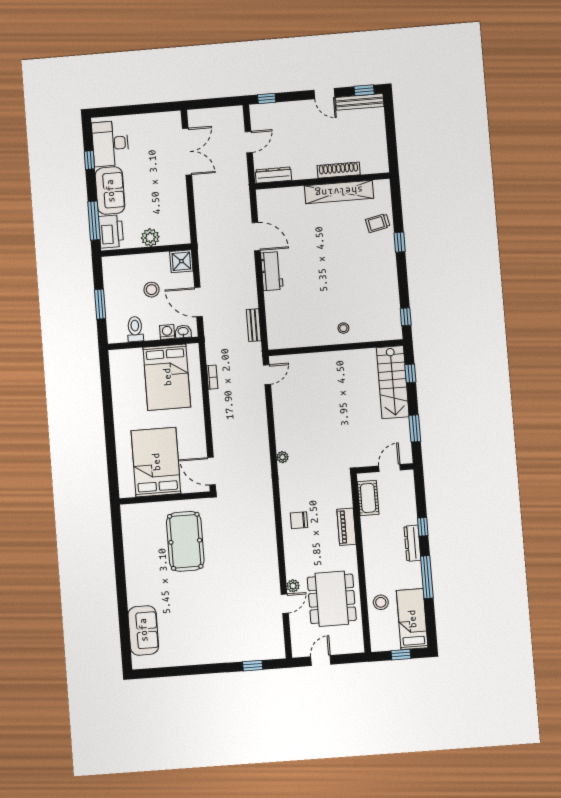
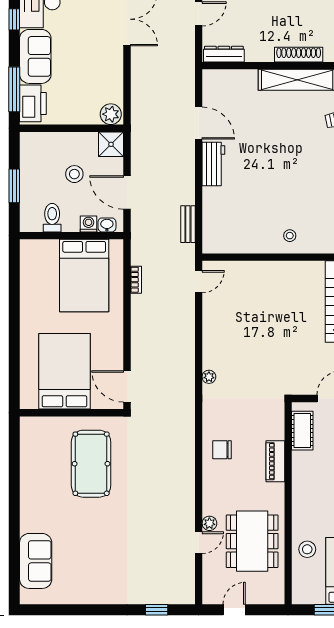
plant: (150, 237) -> (111, 114), moved

